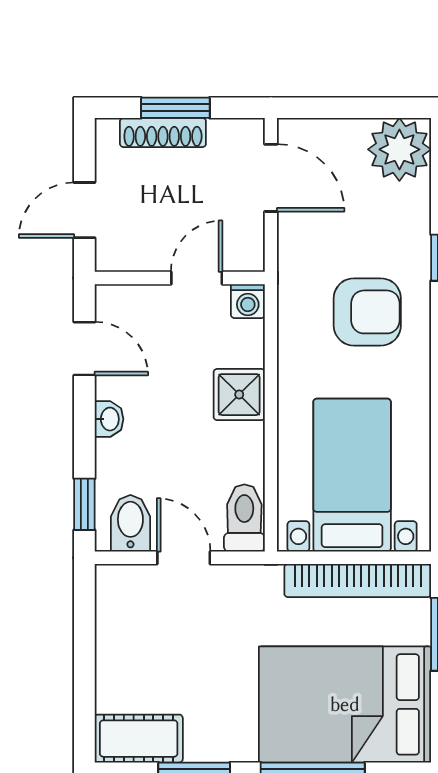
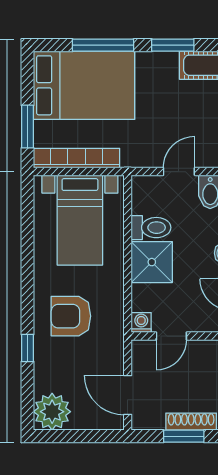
shower: (239, 395) -> (152, 262), width x1.36, depth x1.36
toilet: (244, 518) -> (151, 228), moved, turned -90
door: (184, 558) -> (179, 172), swing flipped

